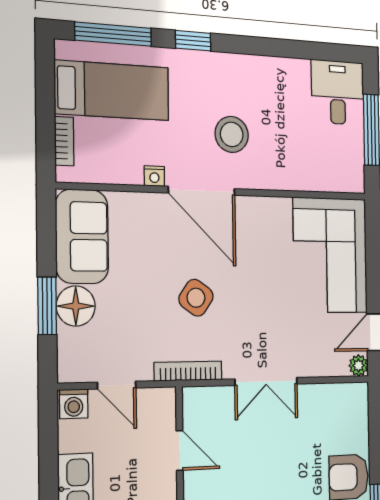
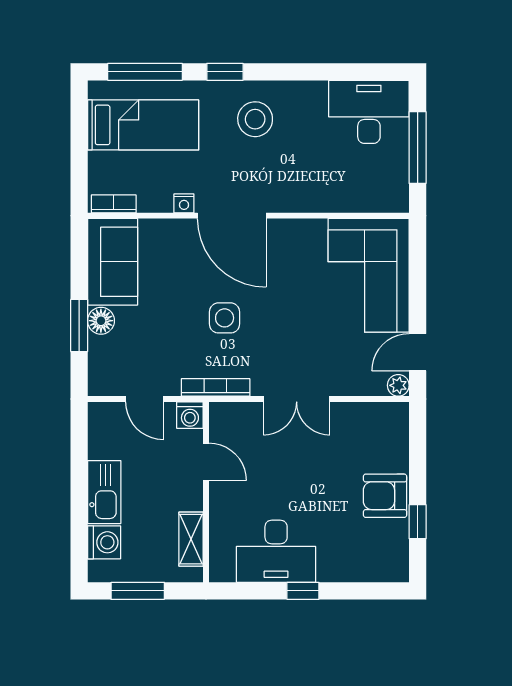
desk: (338, 92) -> (369, 112), width x1.37
stool: (232, 134) -> (255, 119), moved
bookcase: (64, 141) -> (114, 204), moved, turned -90
side table: (196, 298) -> (225, 318), turned -35
floor lamp: (76, 306) -> (101, 321), width x0.73, depth x0.73
washing machine: (74, 404) -> (190, 415), moved

